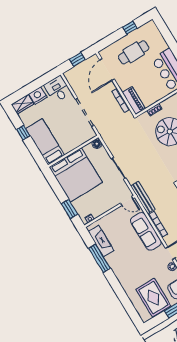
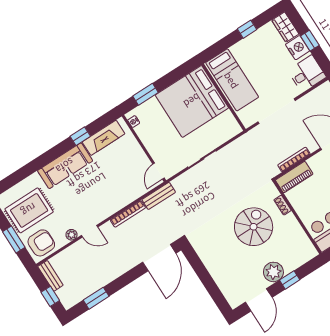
window: (33, 86) -> (310, 41), added
bed: (45, 142) -> (232, 80), moved, turned 90
floor lamp: (97, 144) -> (235, 129), removed
bench: (143, 198) -> (159, 196), width x0.73
sofa: (146, 231) -> (65, 166), moved, turned 180
window: (99, 258) -> (80, 136), width x0.46

